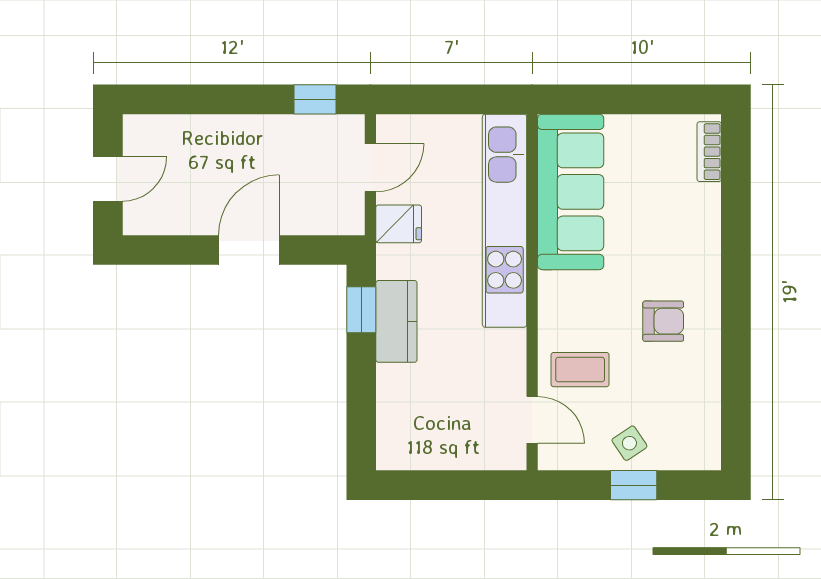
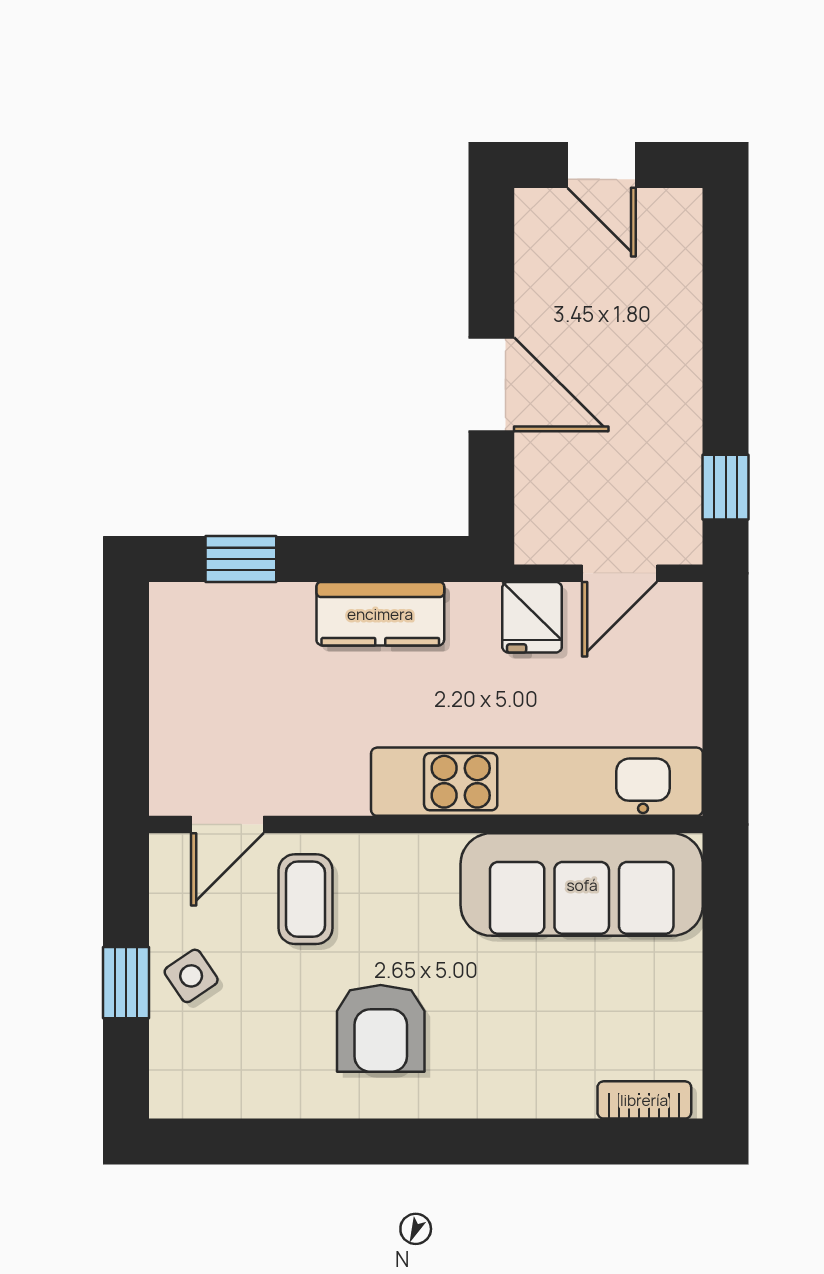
door: (370, 168) -> (619, 573), hinge flipped
window: (361, 310) -> (241, 559), moved
armchair: (663, 321) -> (381, 1028), width x1.38, depth x1.38

